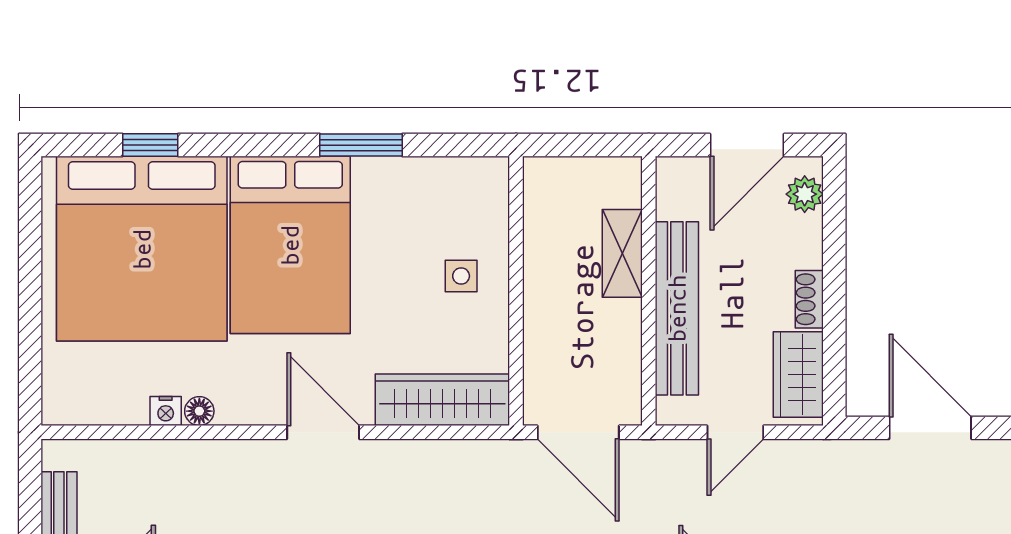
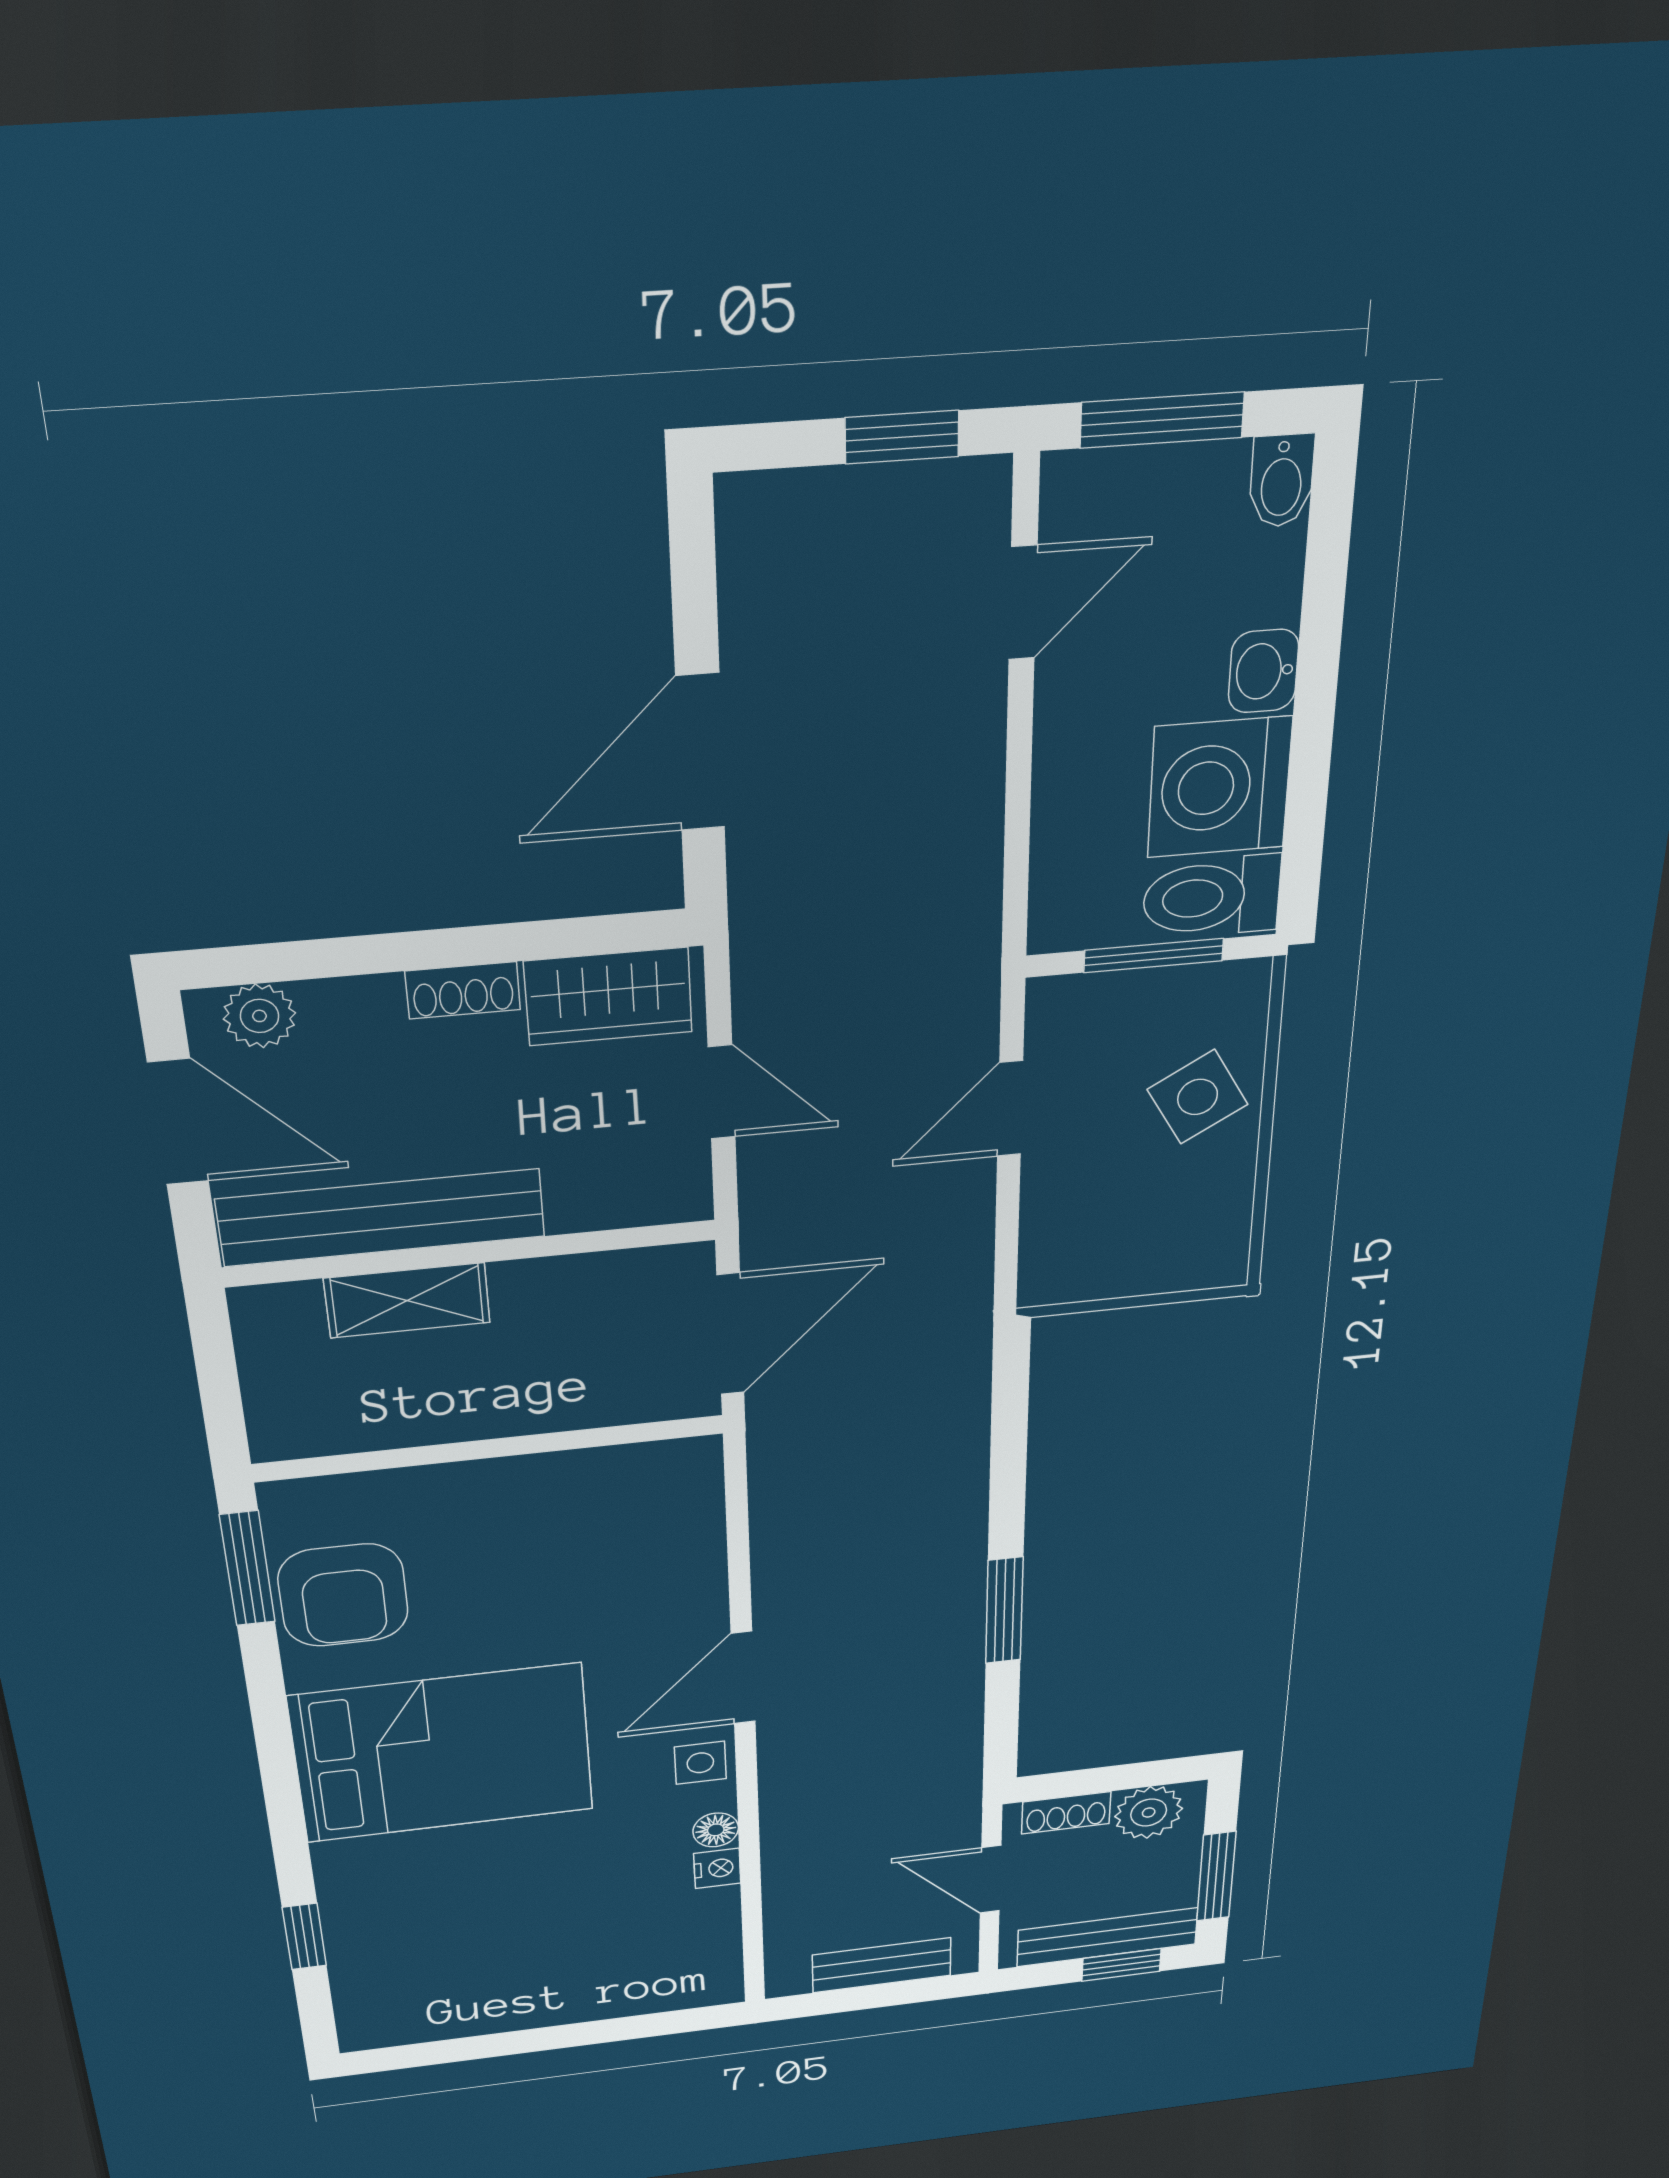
window: (361, 145) -> (247, 1569), moved
armchair: (421, 198) -> (343, 1595), added
bed: (142, 249) -> (468, 1926), removed
side table: (461, 276) -> (700, 1763), moved
bench: (677, 308) -> (382, 1218), moved
wardrobe: (442, 400) -> (683, 1530), removed

